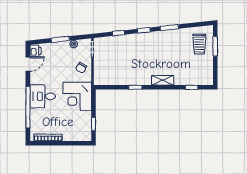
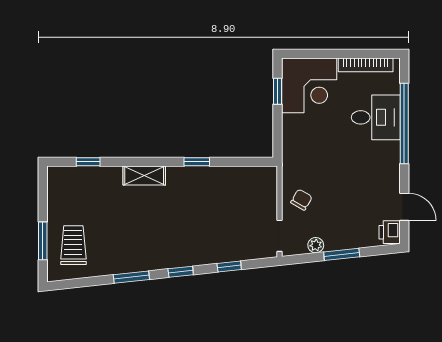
door: (28, 64) -> (404, 207), swing flipped
desk: (43, 96) -> (376, 117), moved
corner desk: (77, 96) -> (309, 85), moved, turned 90

